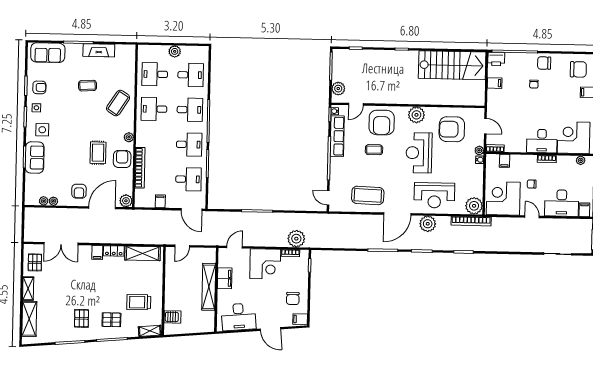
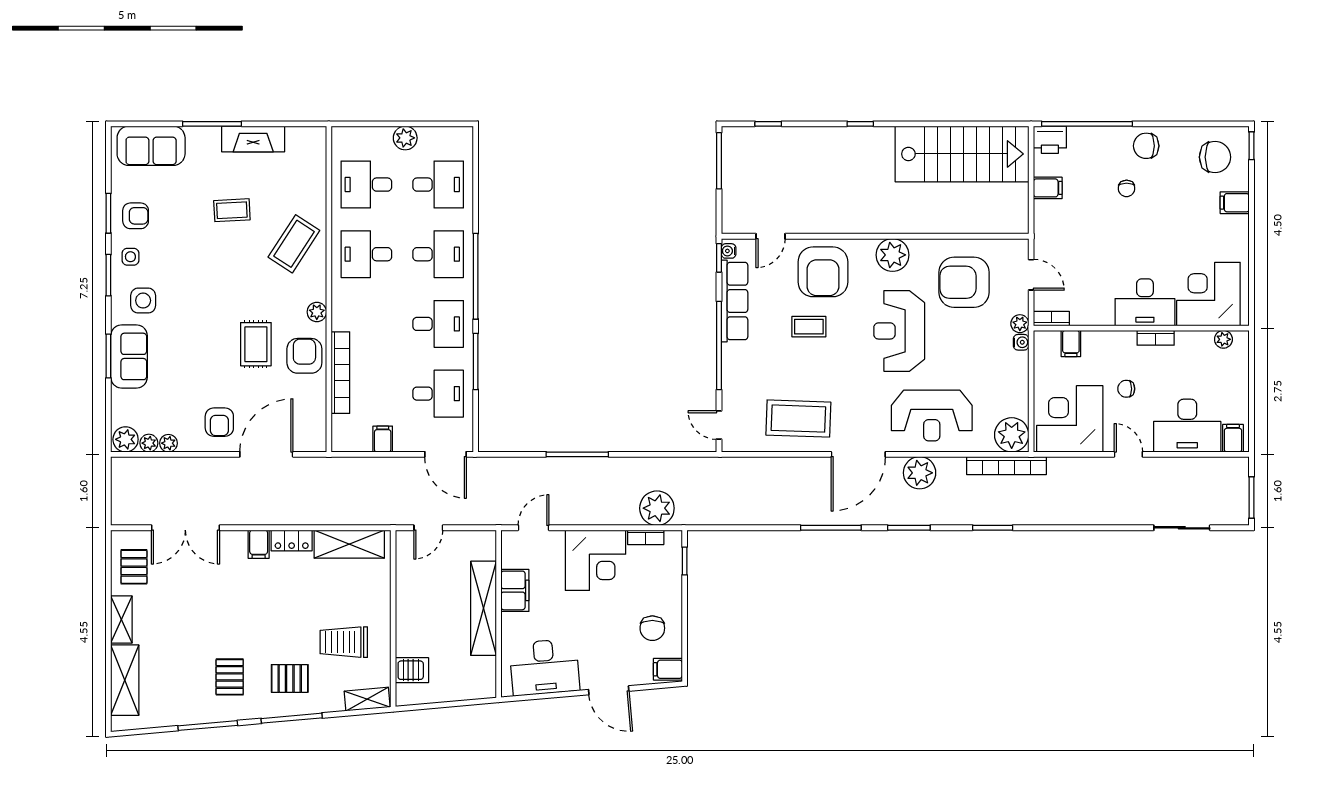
plant: (338, 89) -> (735, 206), removed
plant: (126, 201) -> (126, 439), moved

